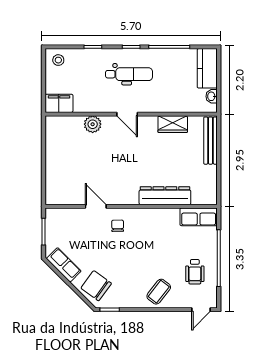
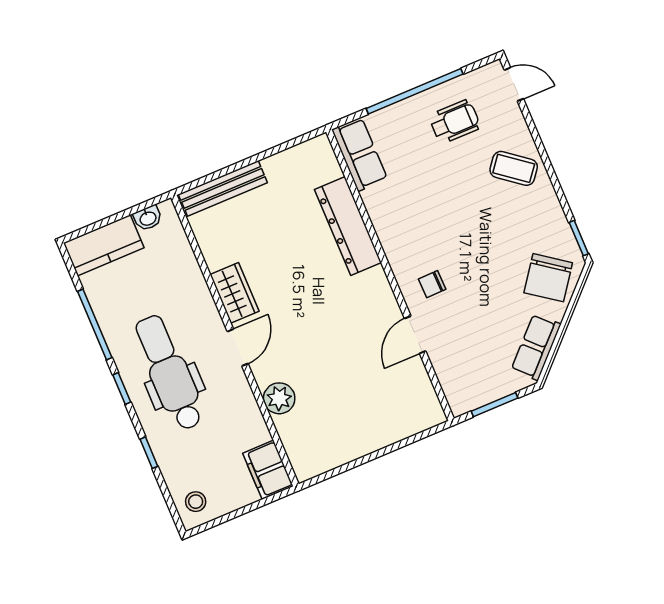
dental chair: (129, 74) -> (169, 373), width x1.36, depth x1.38
wardrobe: (173, 124) -> (235, 293), moved

